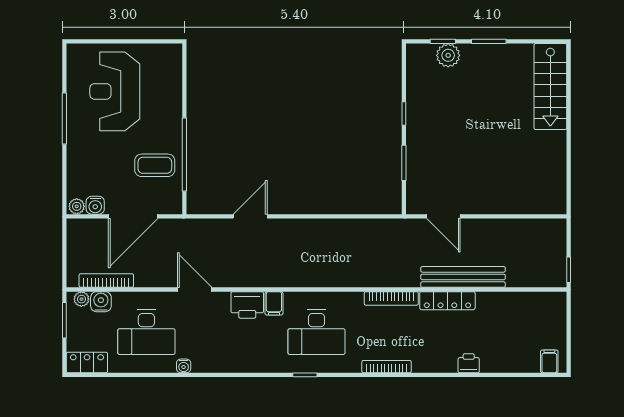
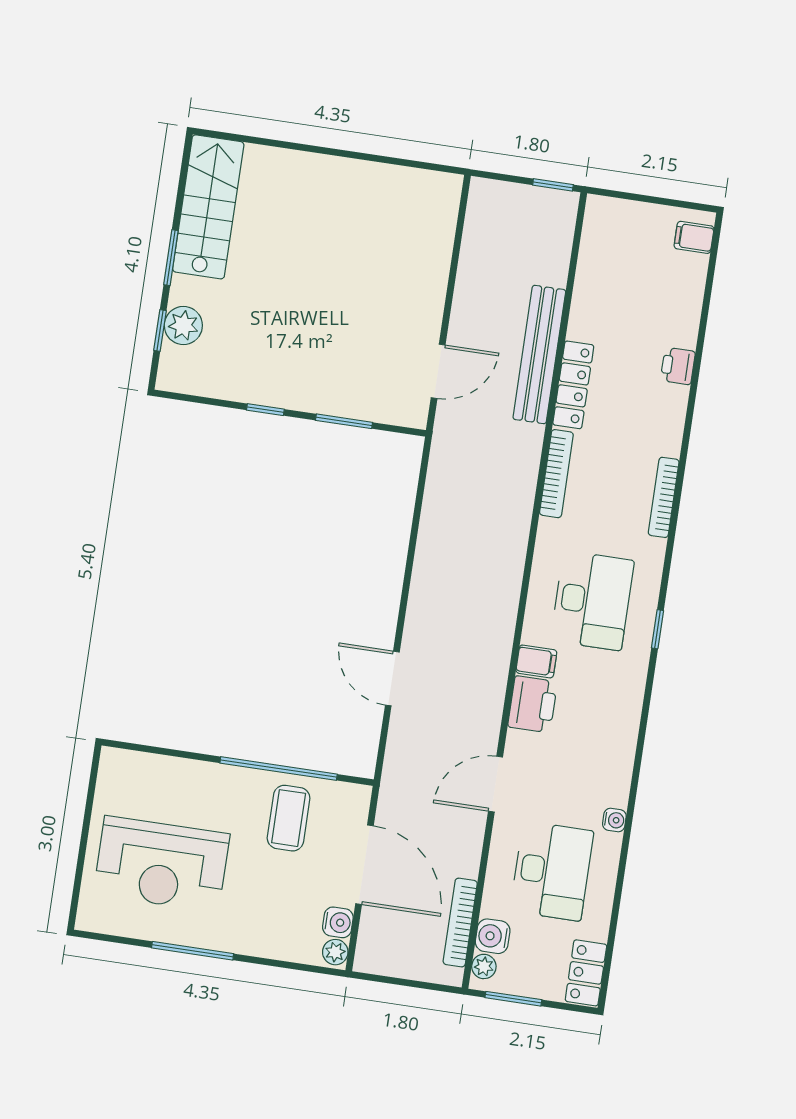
stairs: (550, 87) -> (208, 207), moved, turned -90

